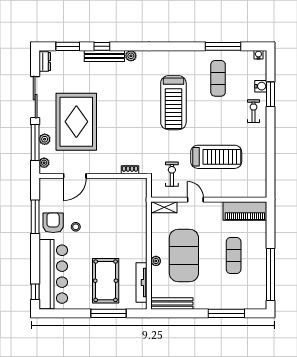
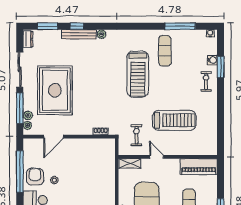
exercise mat: (218, 78) -> (165, 51), moved
plant: (45, 139) -> (28, 115), moved
window: (35, 217) -> (20, 172), width x1.46

